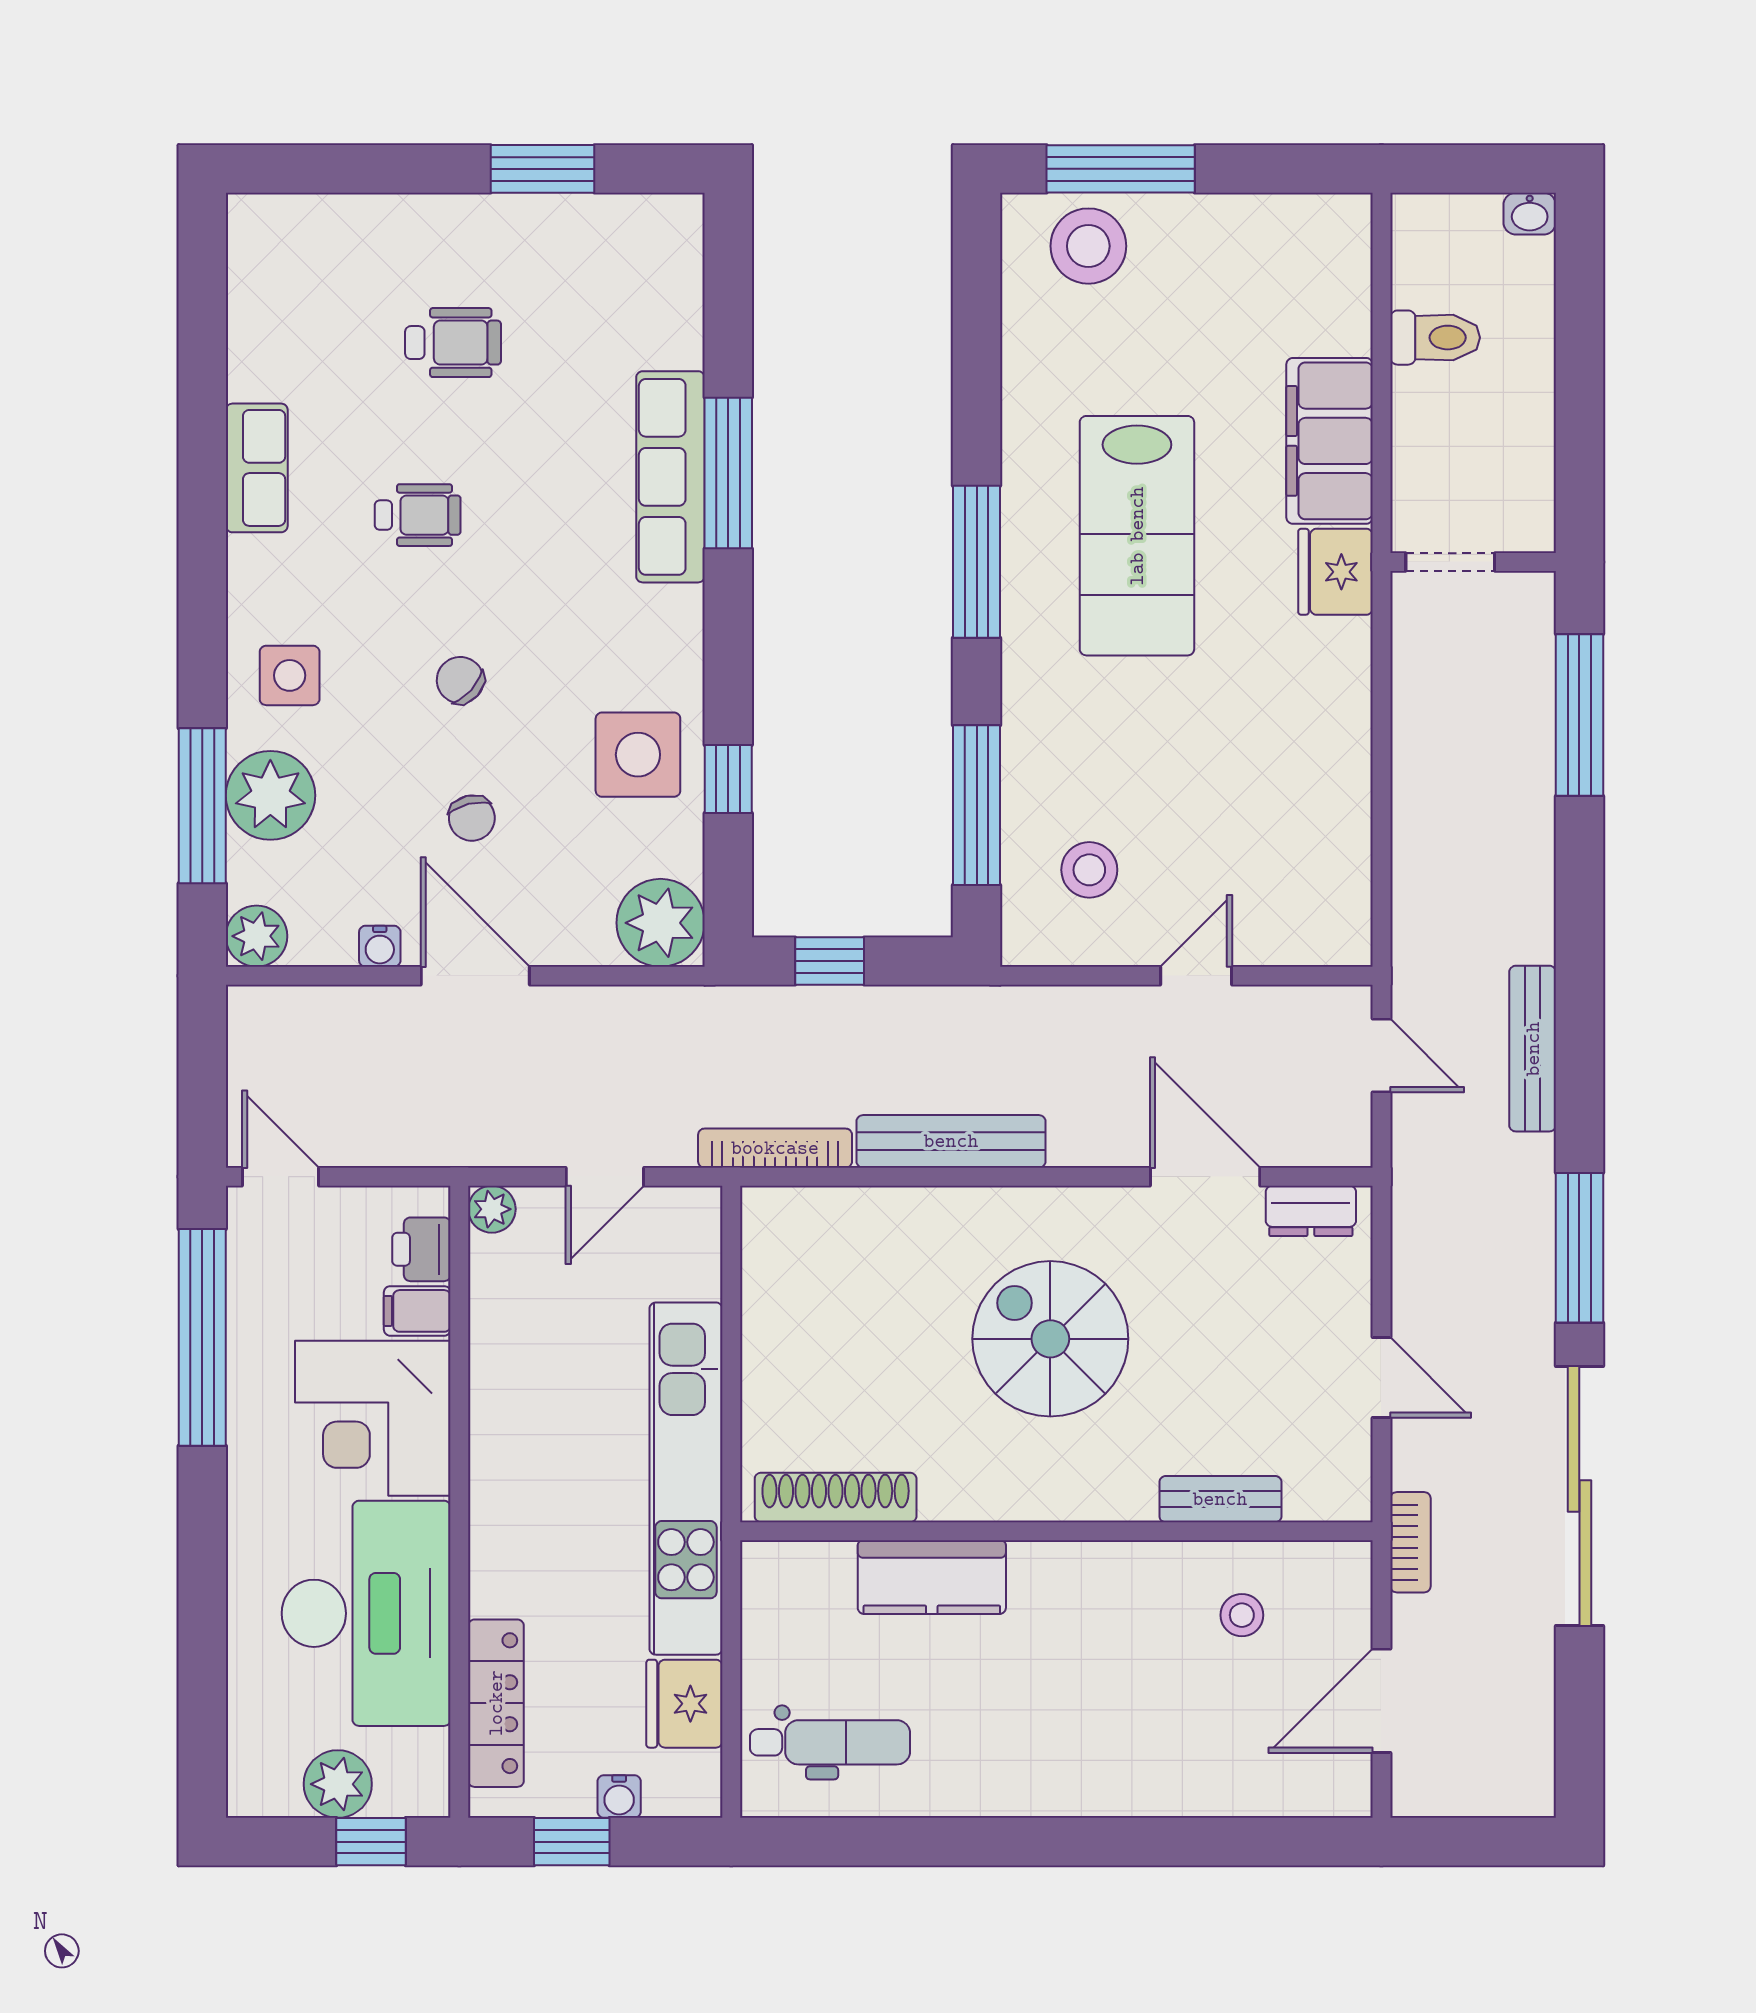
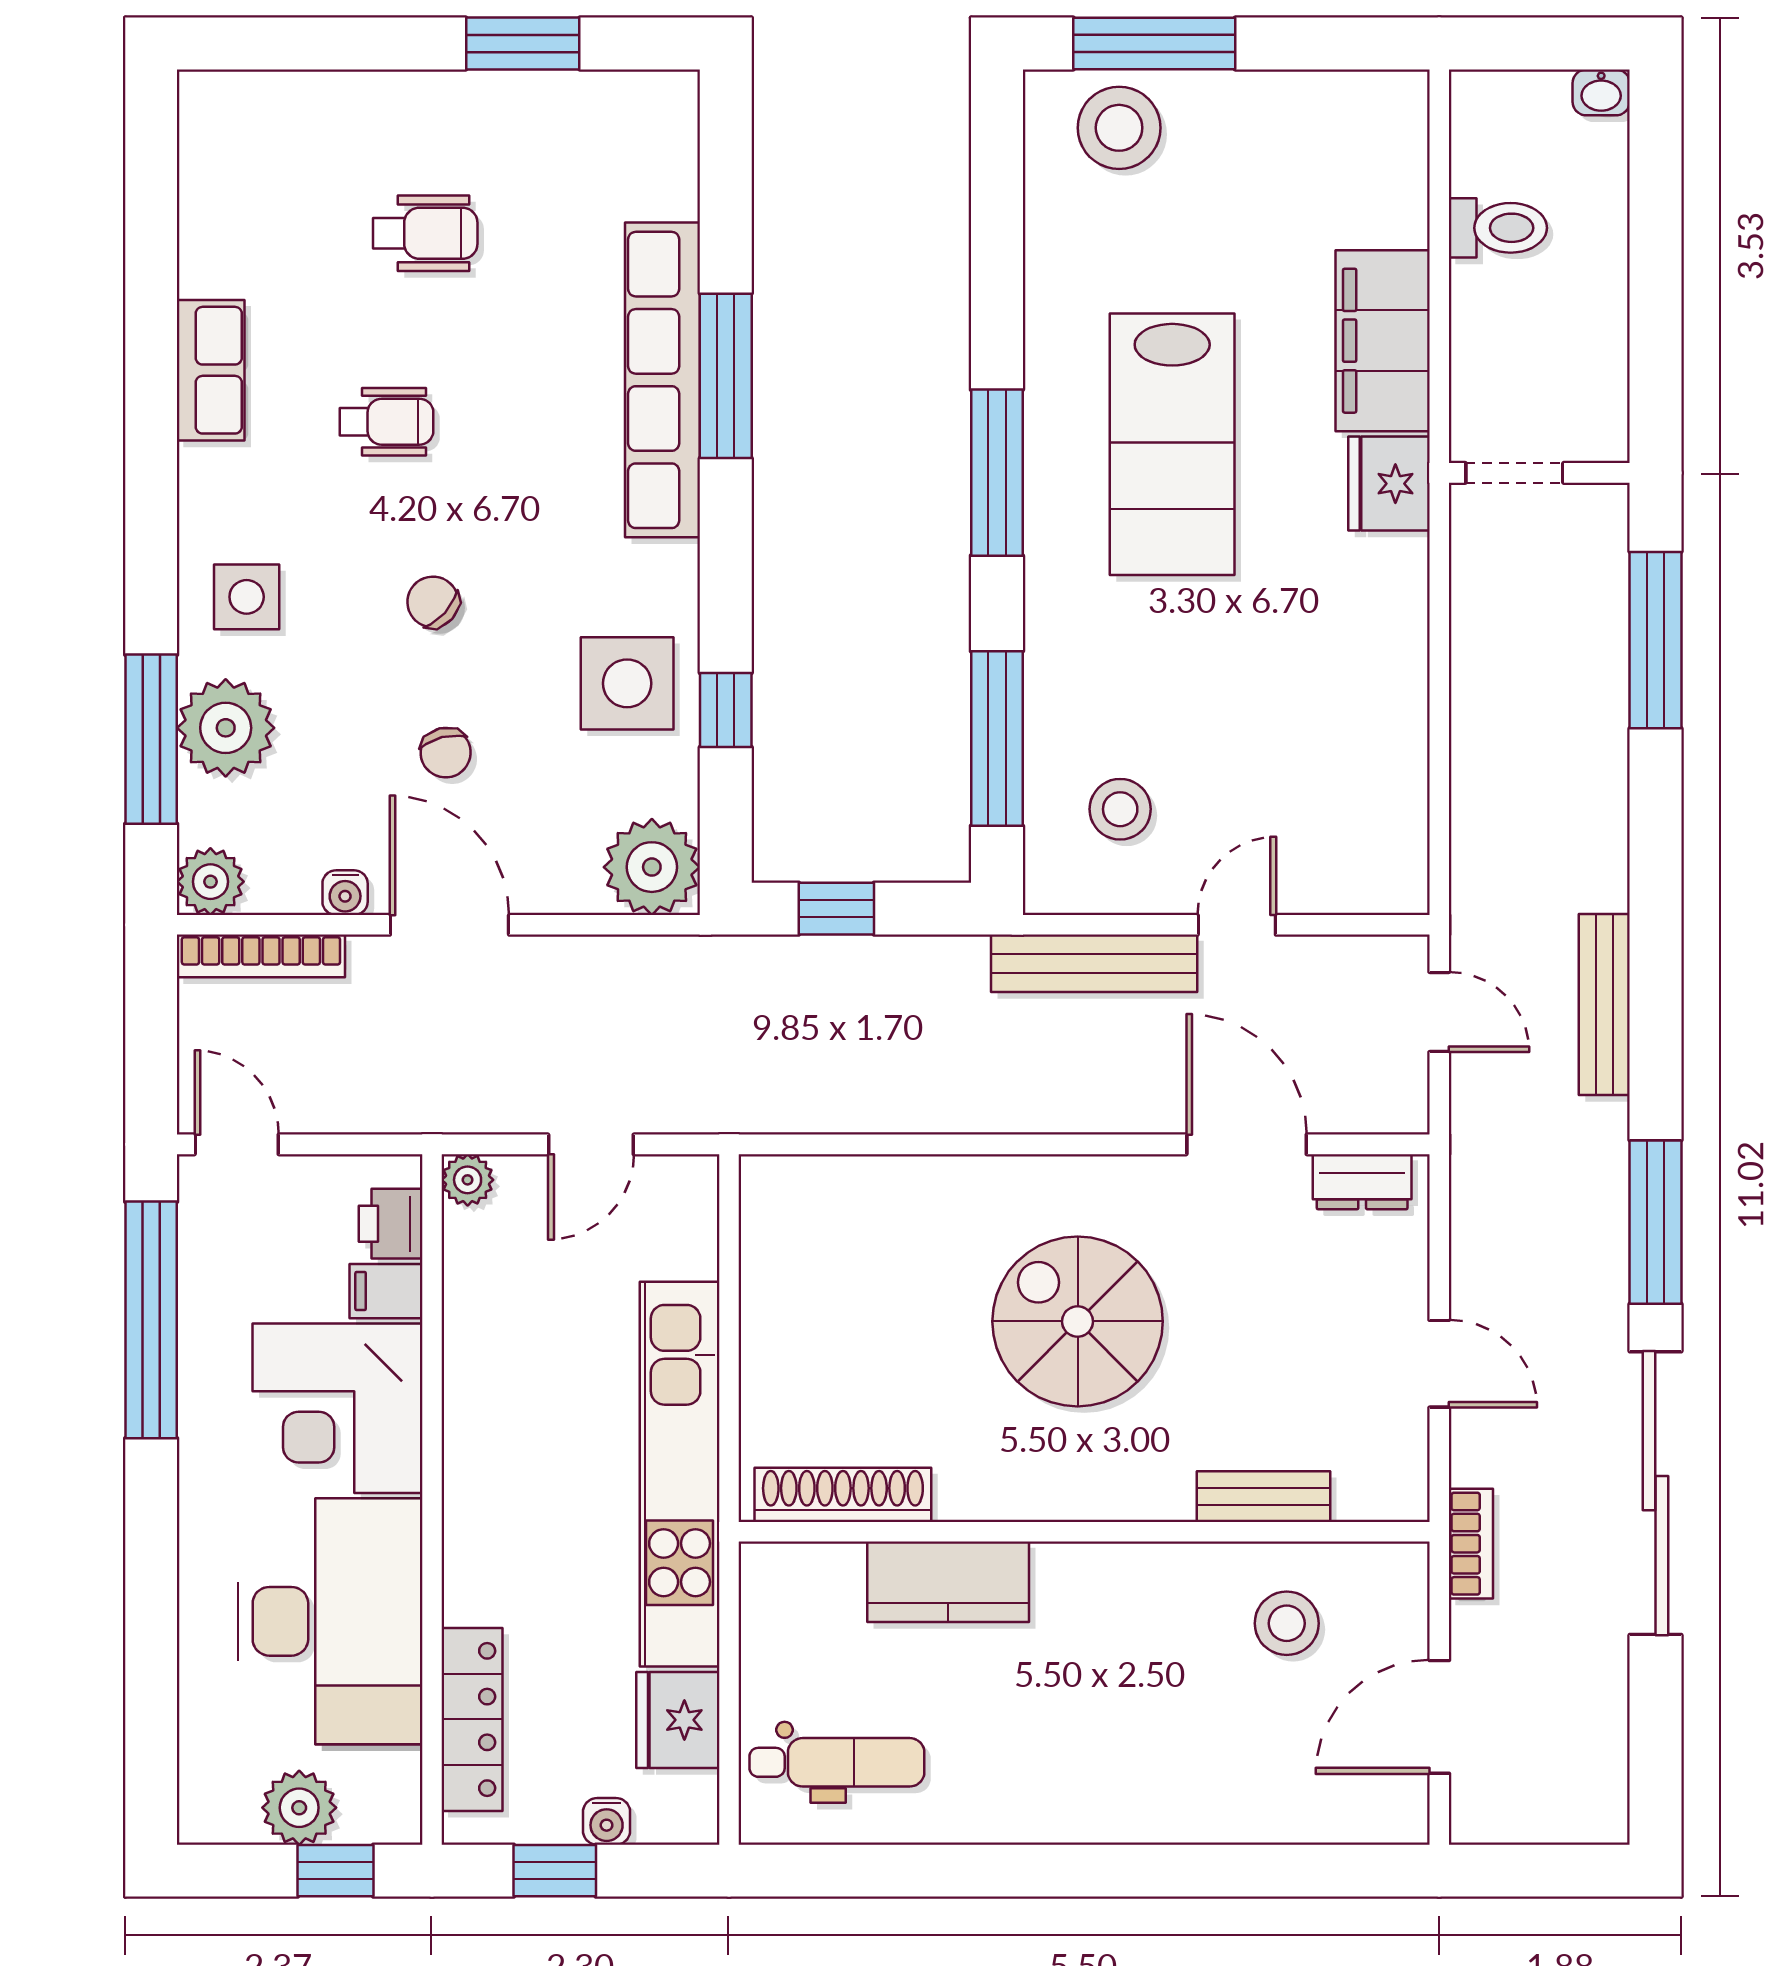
row of seats: (670, 477) -> (663, 380), width x1.36
bench: (951, 1141) -> (1094, 963), moved
bookcase: (775, 1148) -> (261, 956), moved, turned 180
stool: (1242, 1615) -> (1287, 1623), width x1.37, depth x1.37

